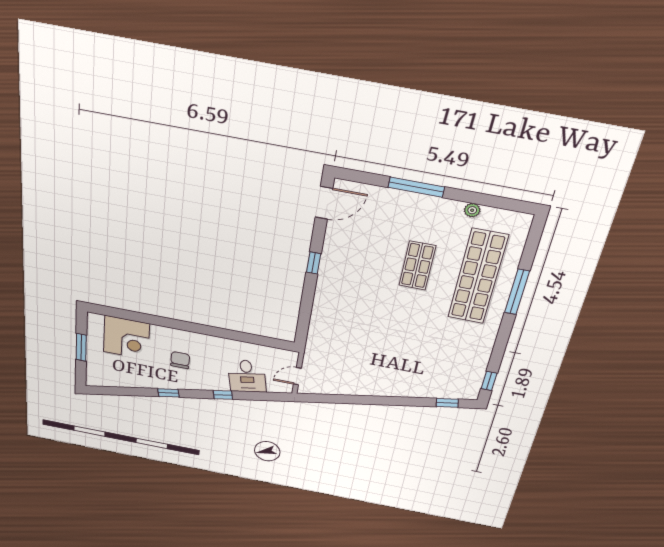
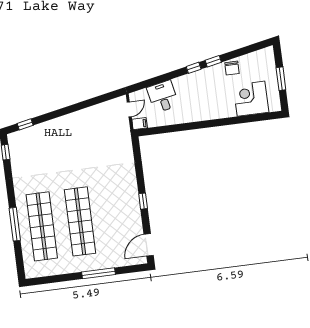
plant: (472, 210) -> (62, 269), removed
shop shelf: (417, 266) -> (80, 221), width x2.00, depth x1.36
filing cabinet: (288, 356) -> (140, 124), added
chair: (180, 360) -> (232, 68), moved
window: (223, 395) -> (194, 68), moved

